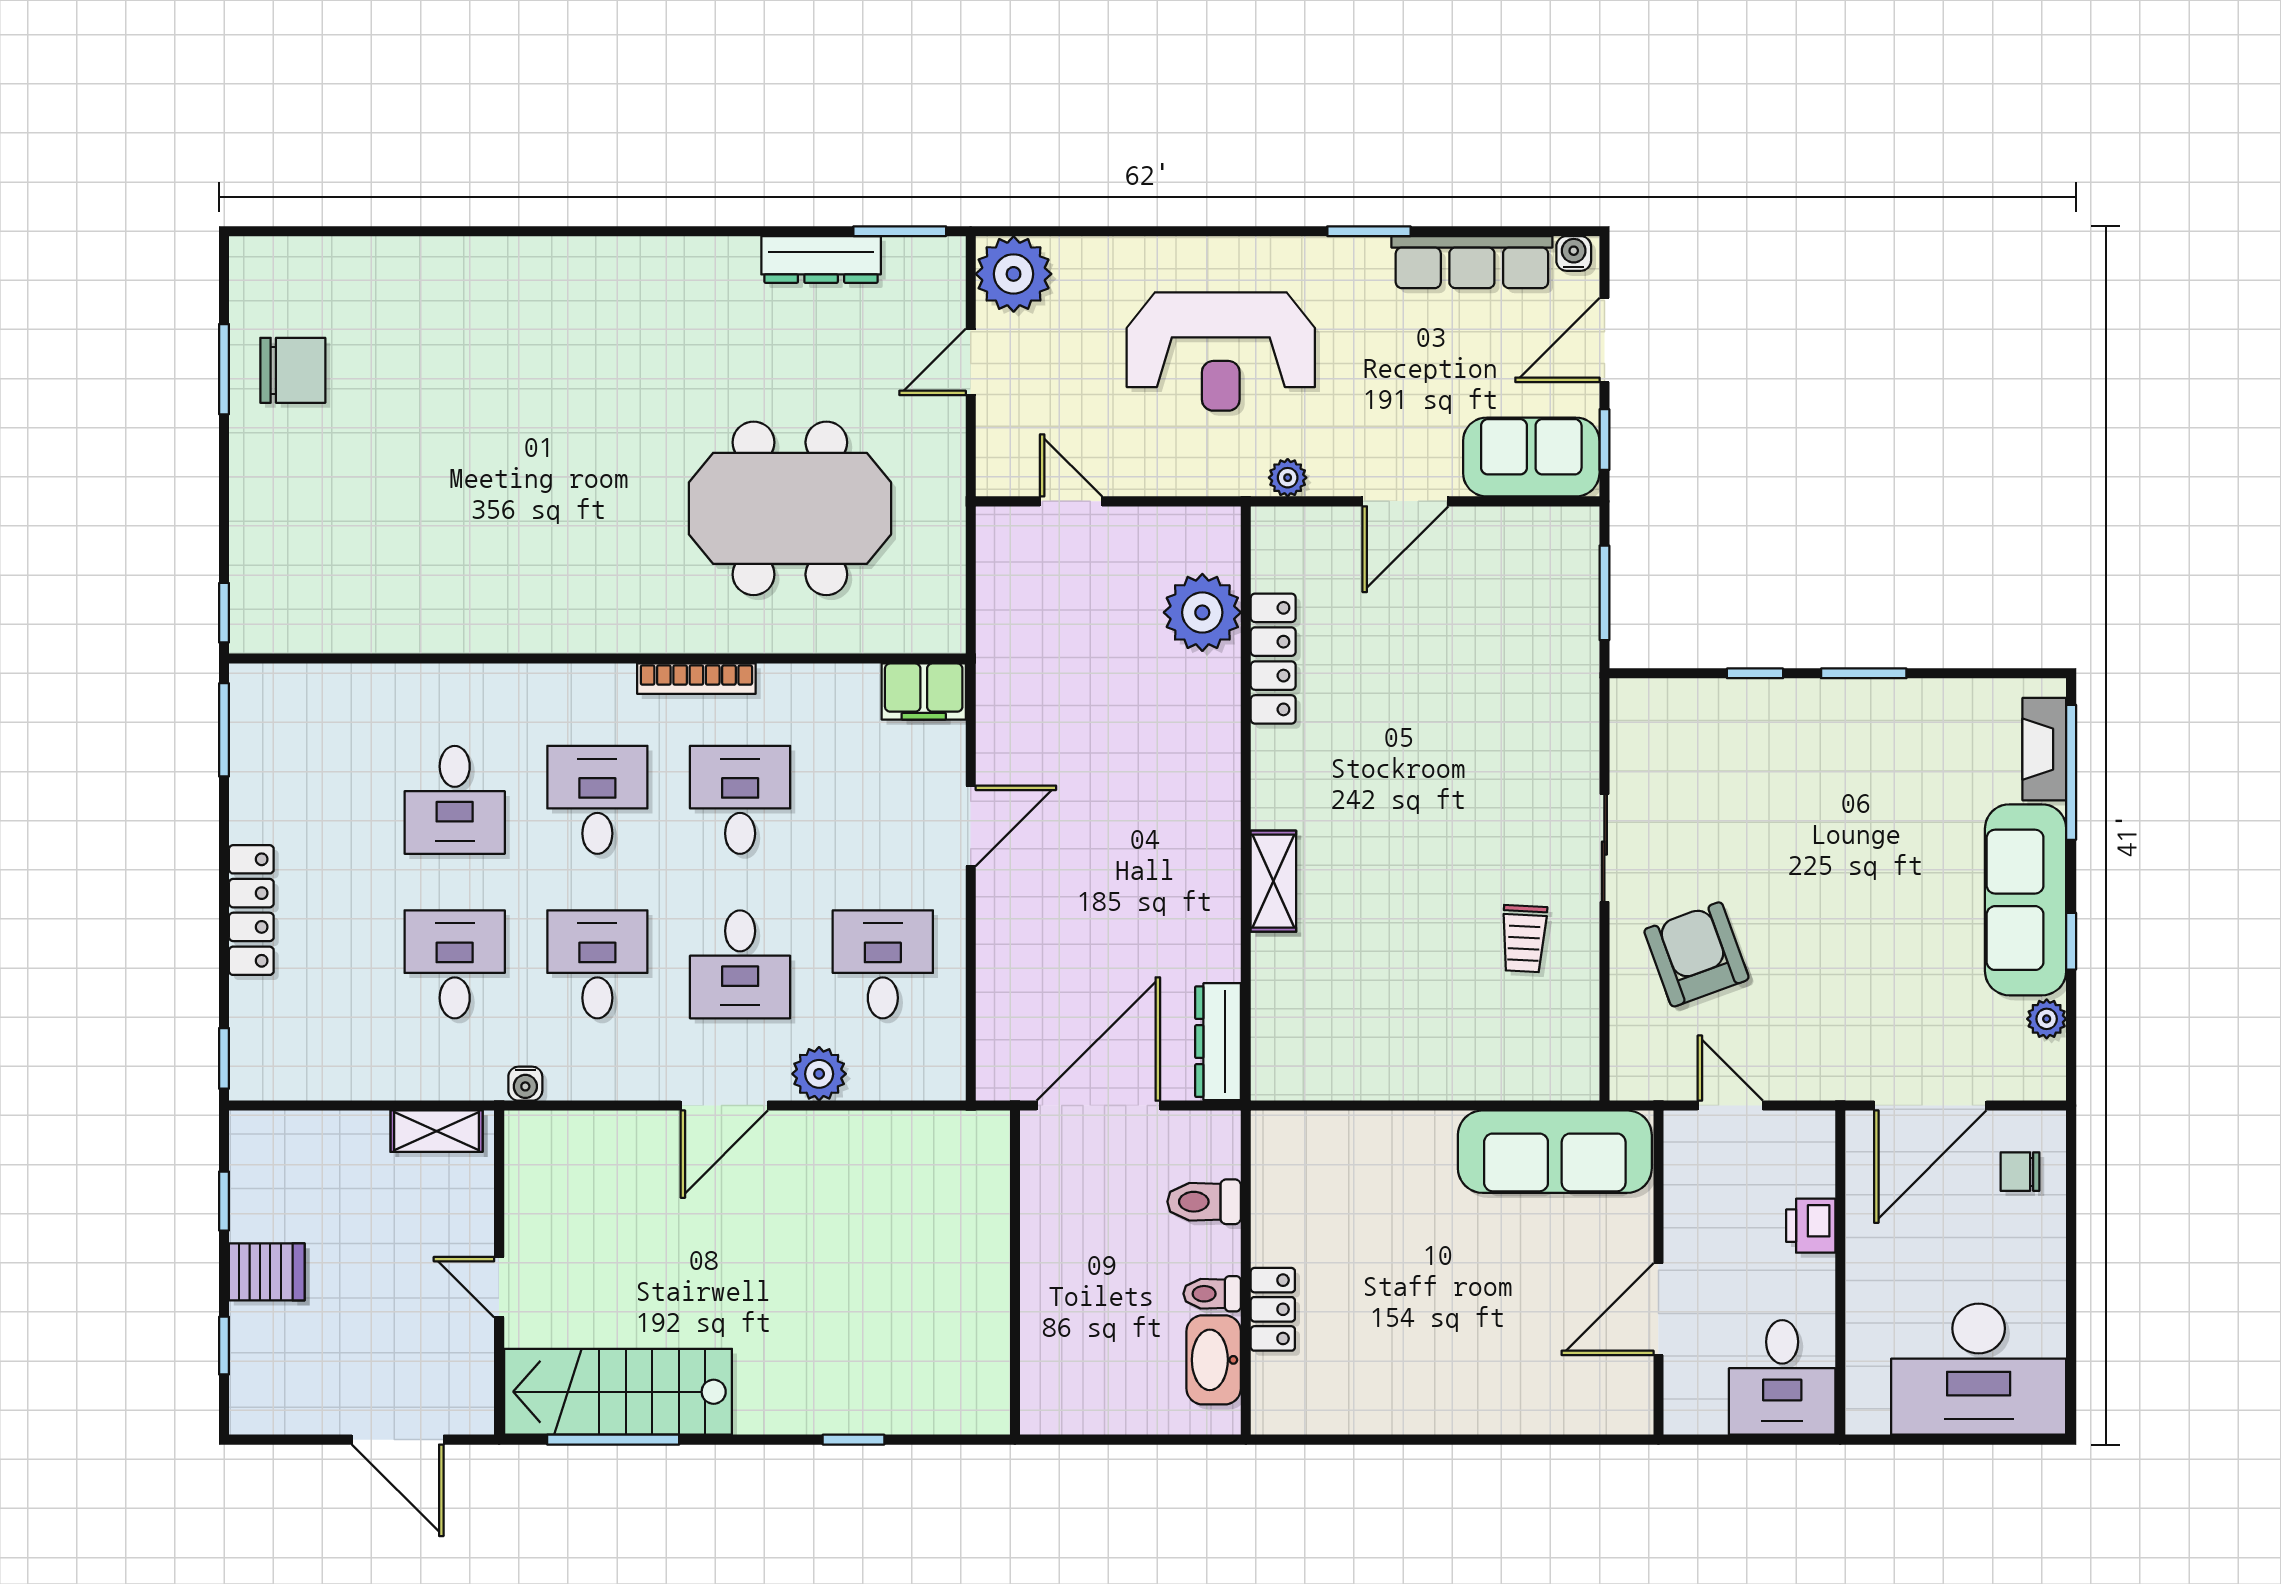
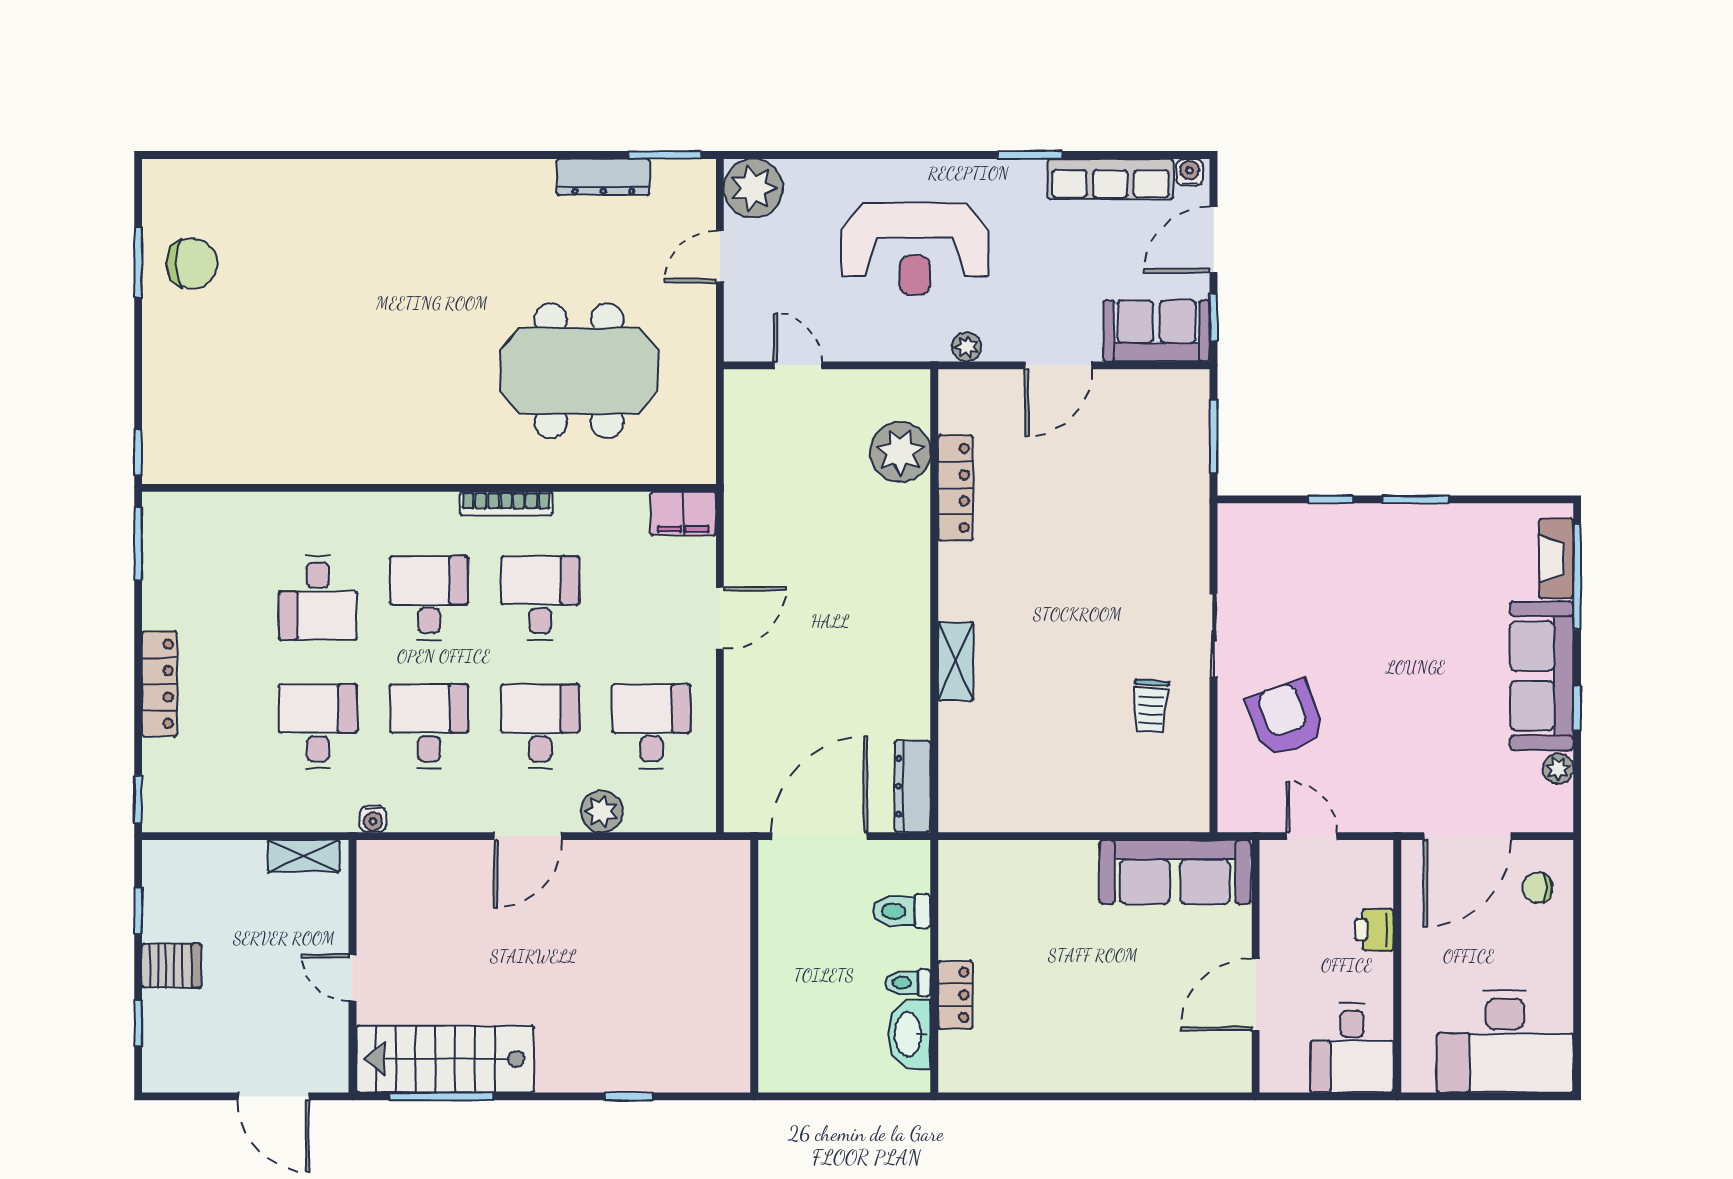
desk: (740, 964) -> (540, 726), turned 180

